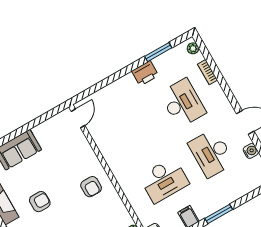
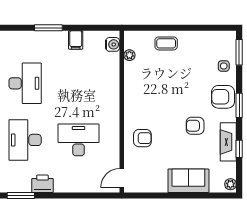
desk: (164, 180) -> (79, 140), moved
armchair: (91, 187) -> (142, 138), moved, turned 90

